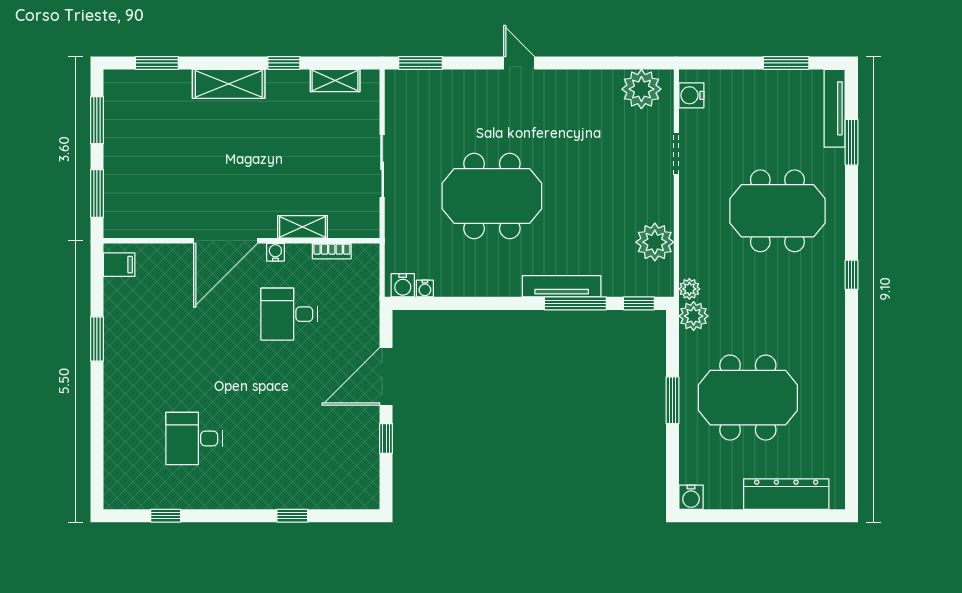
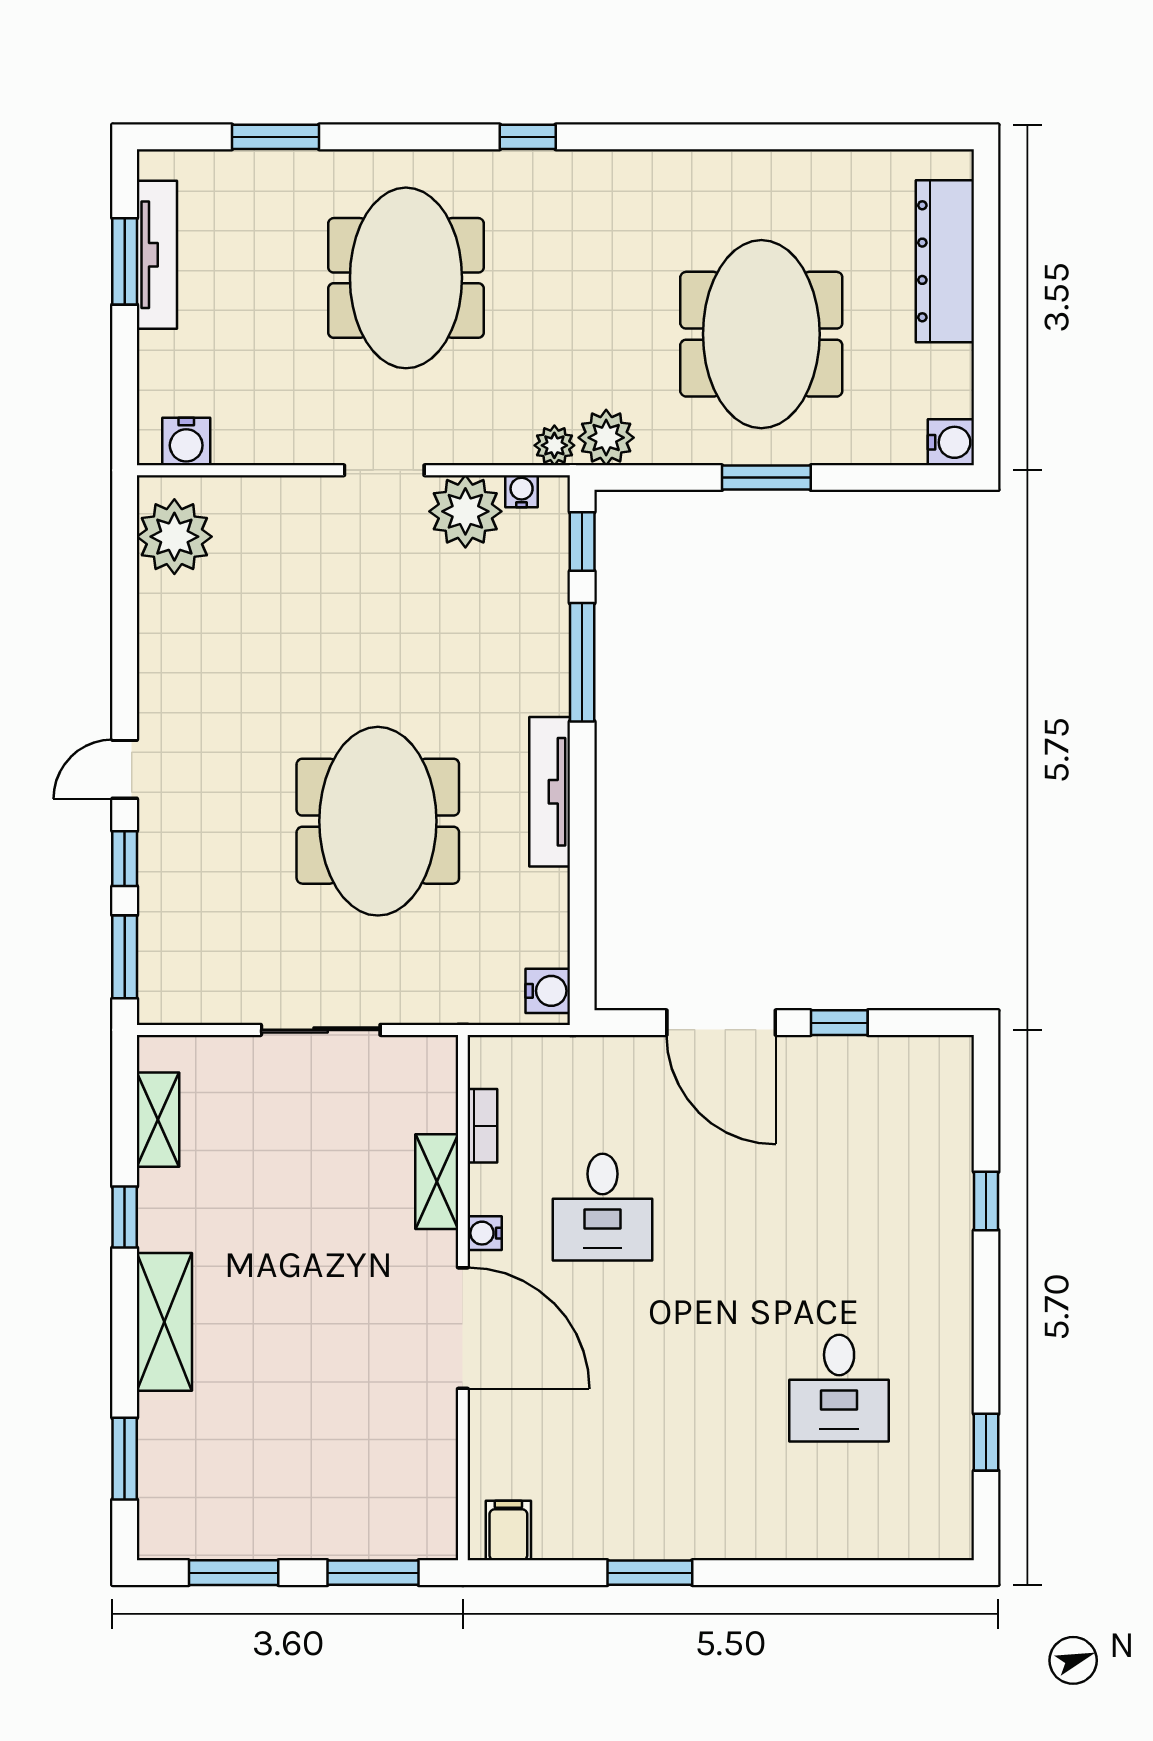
window: (472, 63) -> (125, 859), added
tv unit: (835, 108) -> (157, 255), moved, turned -90
doorway: (676, 154) -> (384, 470), moved
tv unit: (562, 286) -> (550, 792), moved
water cooler: (425, 289) -> (522, 491), moved, turned -90

